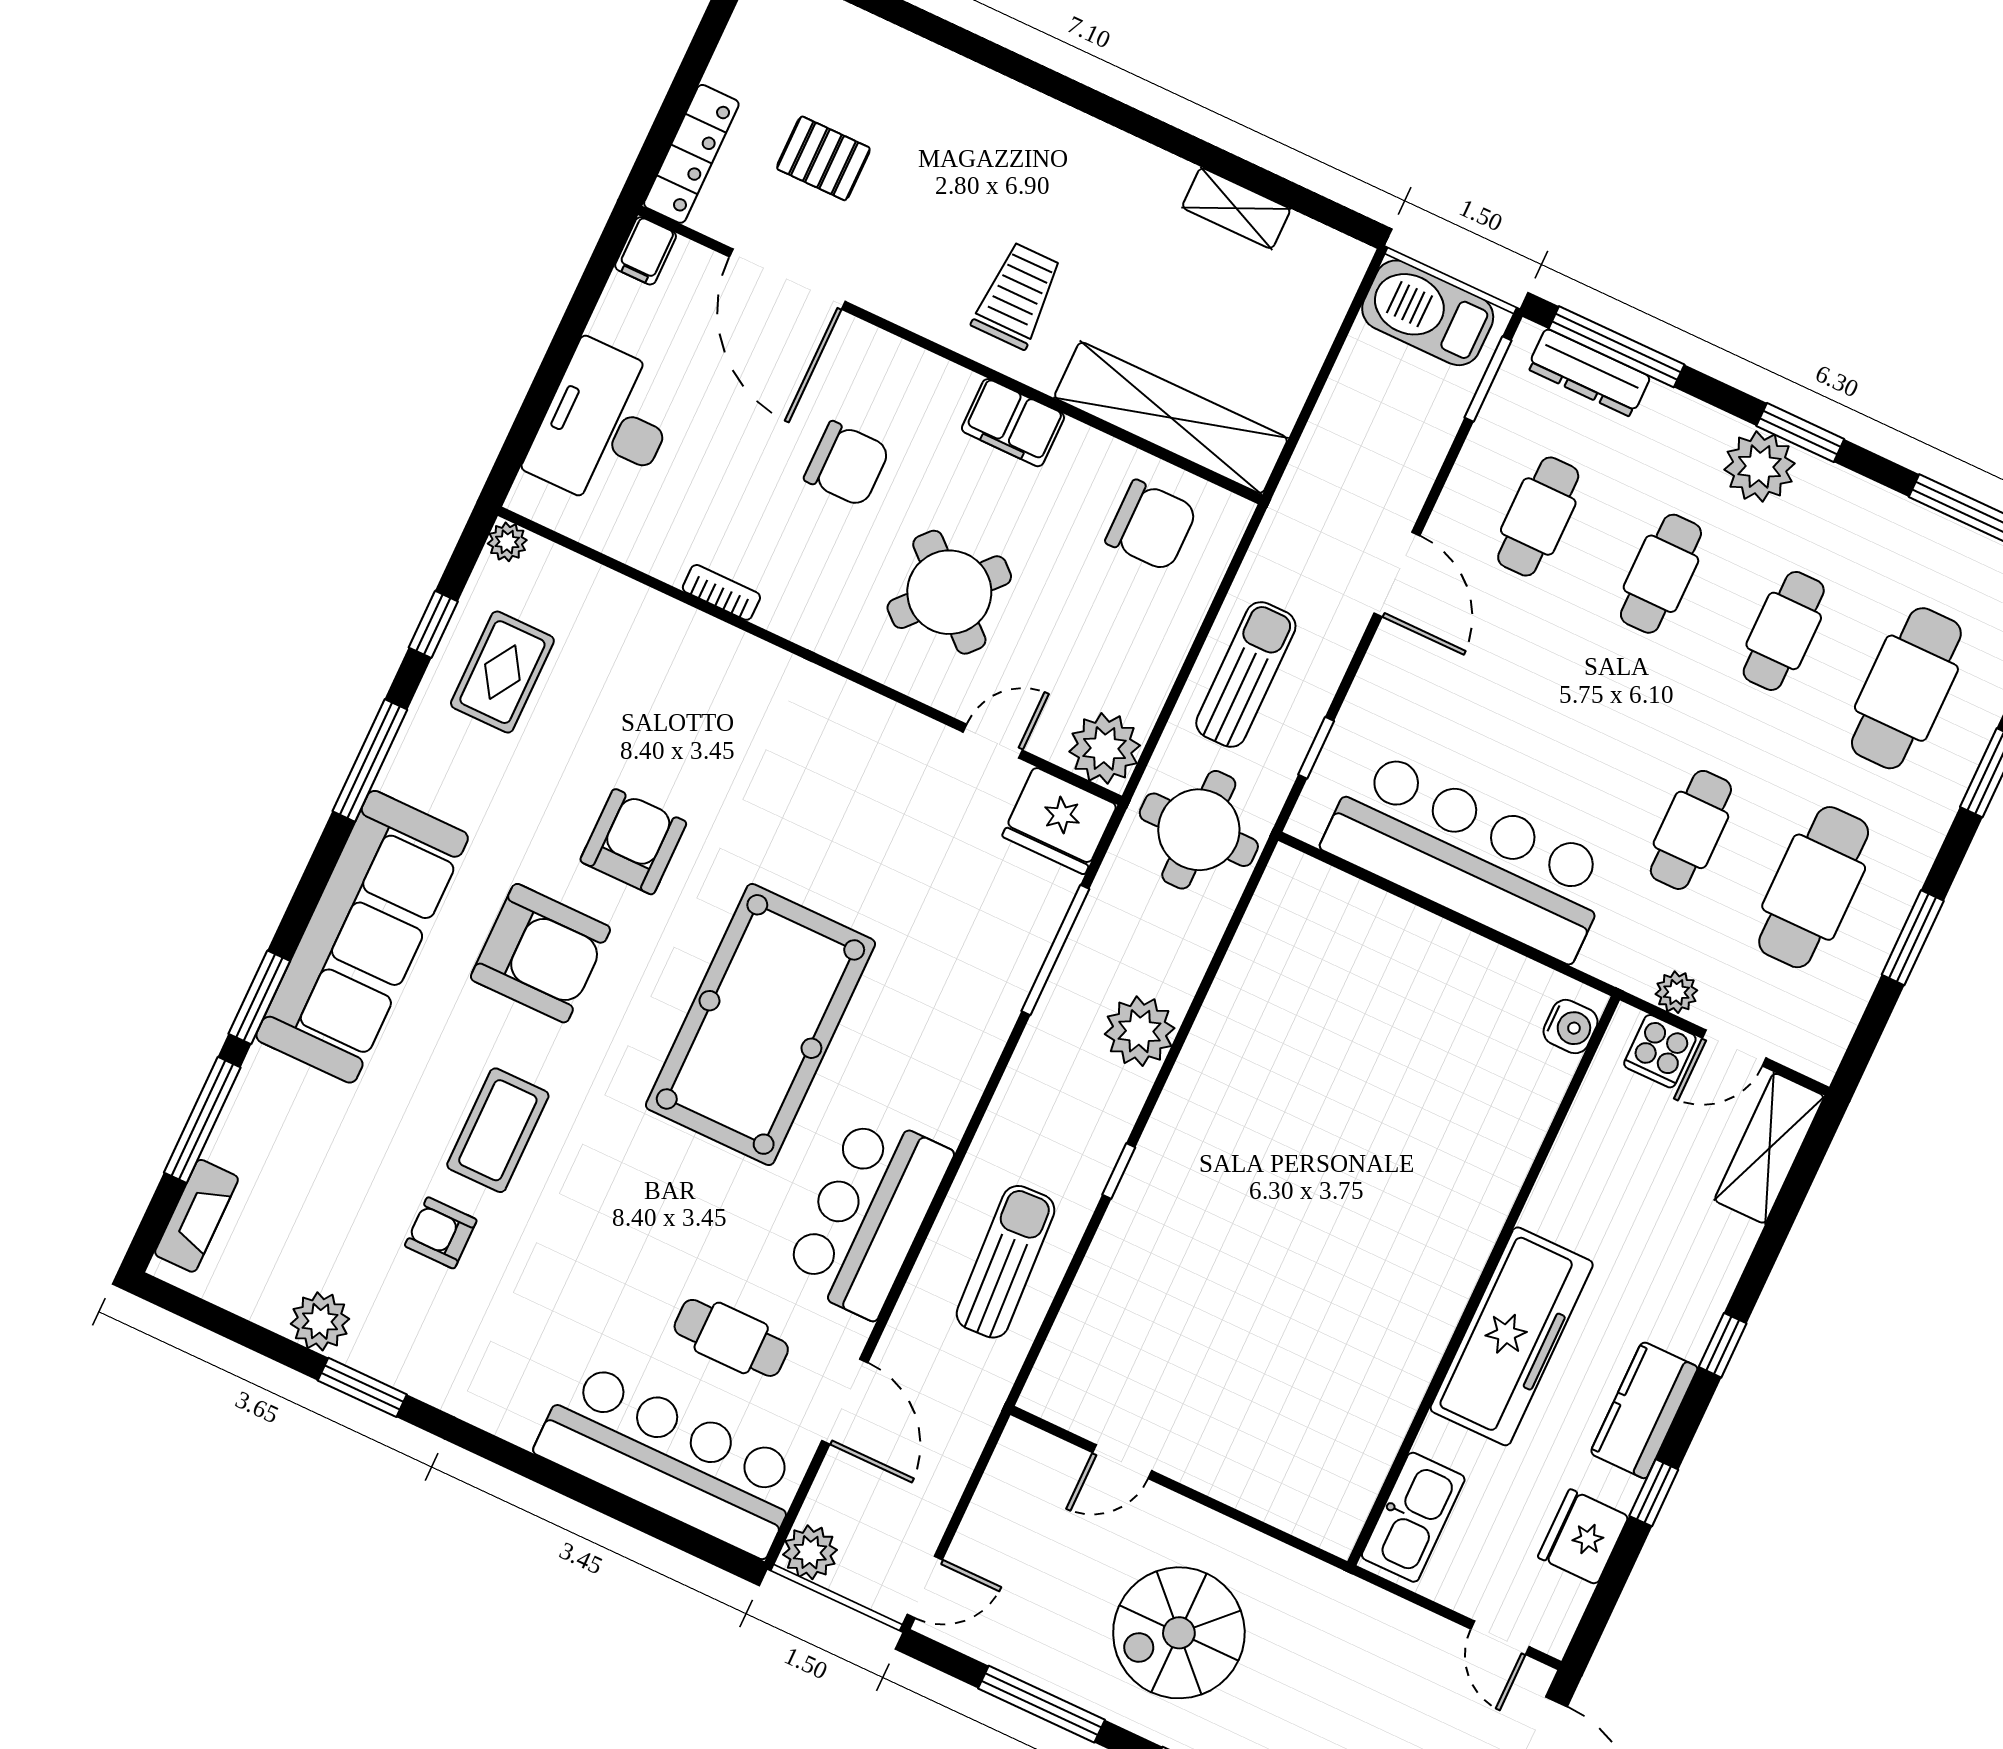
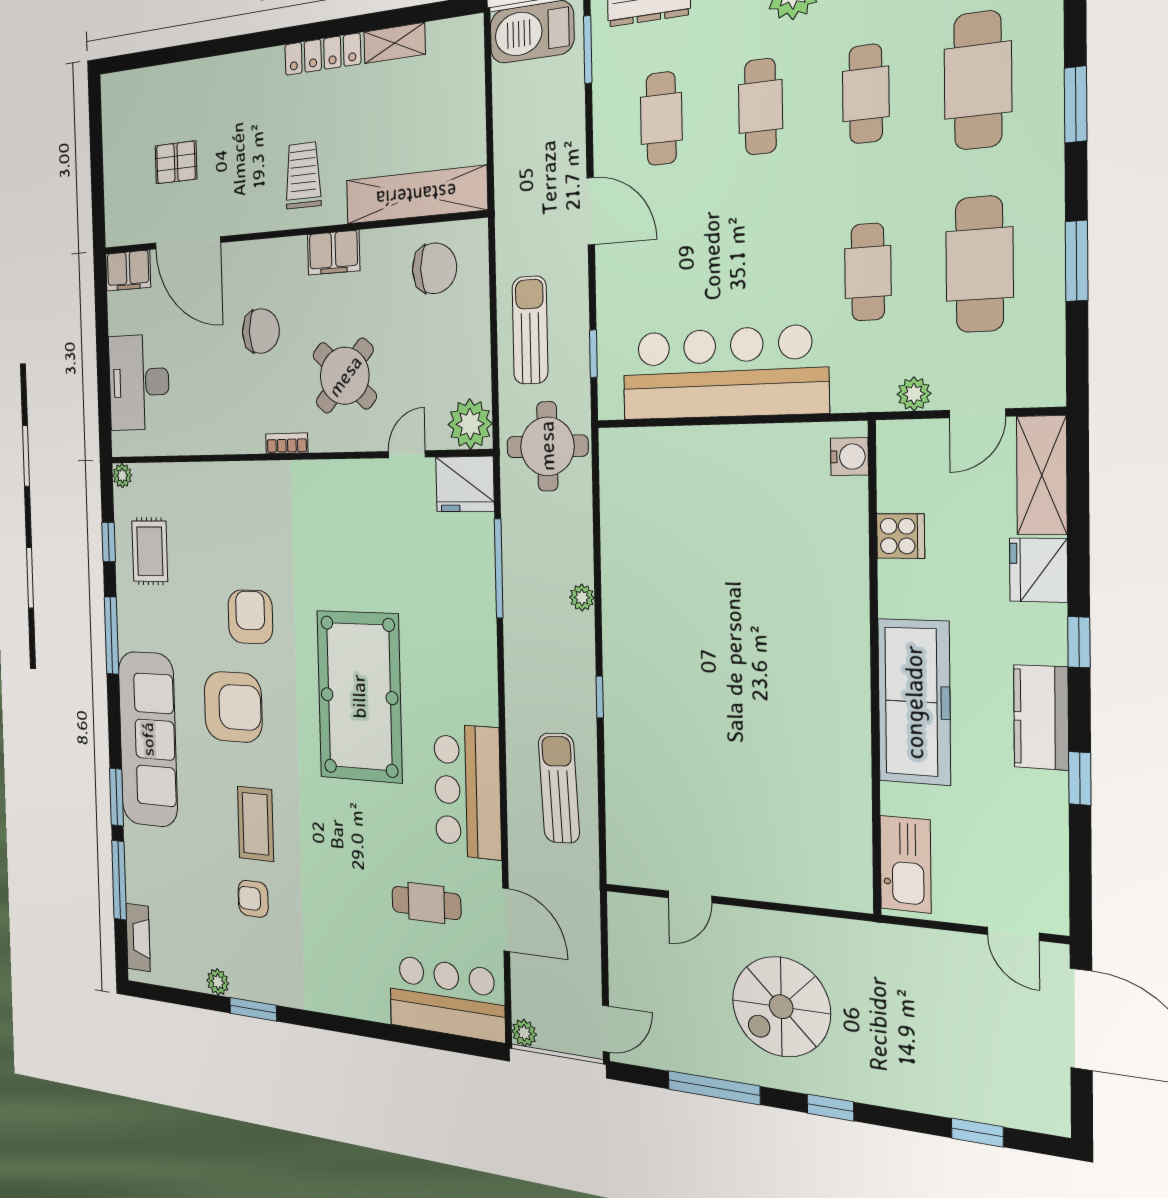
locker: (691, 154) -> (323, 54), moved, turned 90
filing cabinet: (646, 251) -> (128, 271), width x2.00
bookcase: (721, 592) -> (287, 443), moved
plant: (1140, 1031) -> (582, 598), width x0.53, depth x0.53
cooker: (1660, 1051) -> (900, 536), moved, turned -90
plant: (320, 1321) -> (218, 982), width x0.73, depth x0.73
bar counter: (670, 1459) -> (447, 998), width x0.73
fridge: (1583, 1537) -> (1038, 570), moved
plant: (810, 1552) -> (524, 1033), width x0.73, depth x0.73

